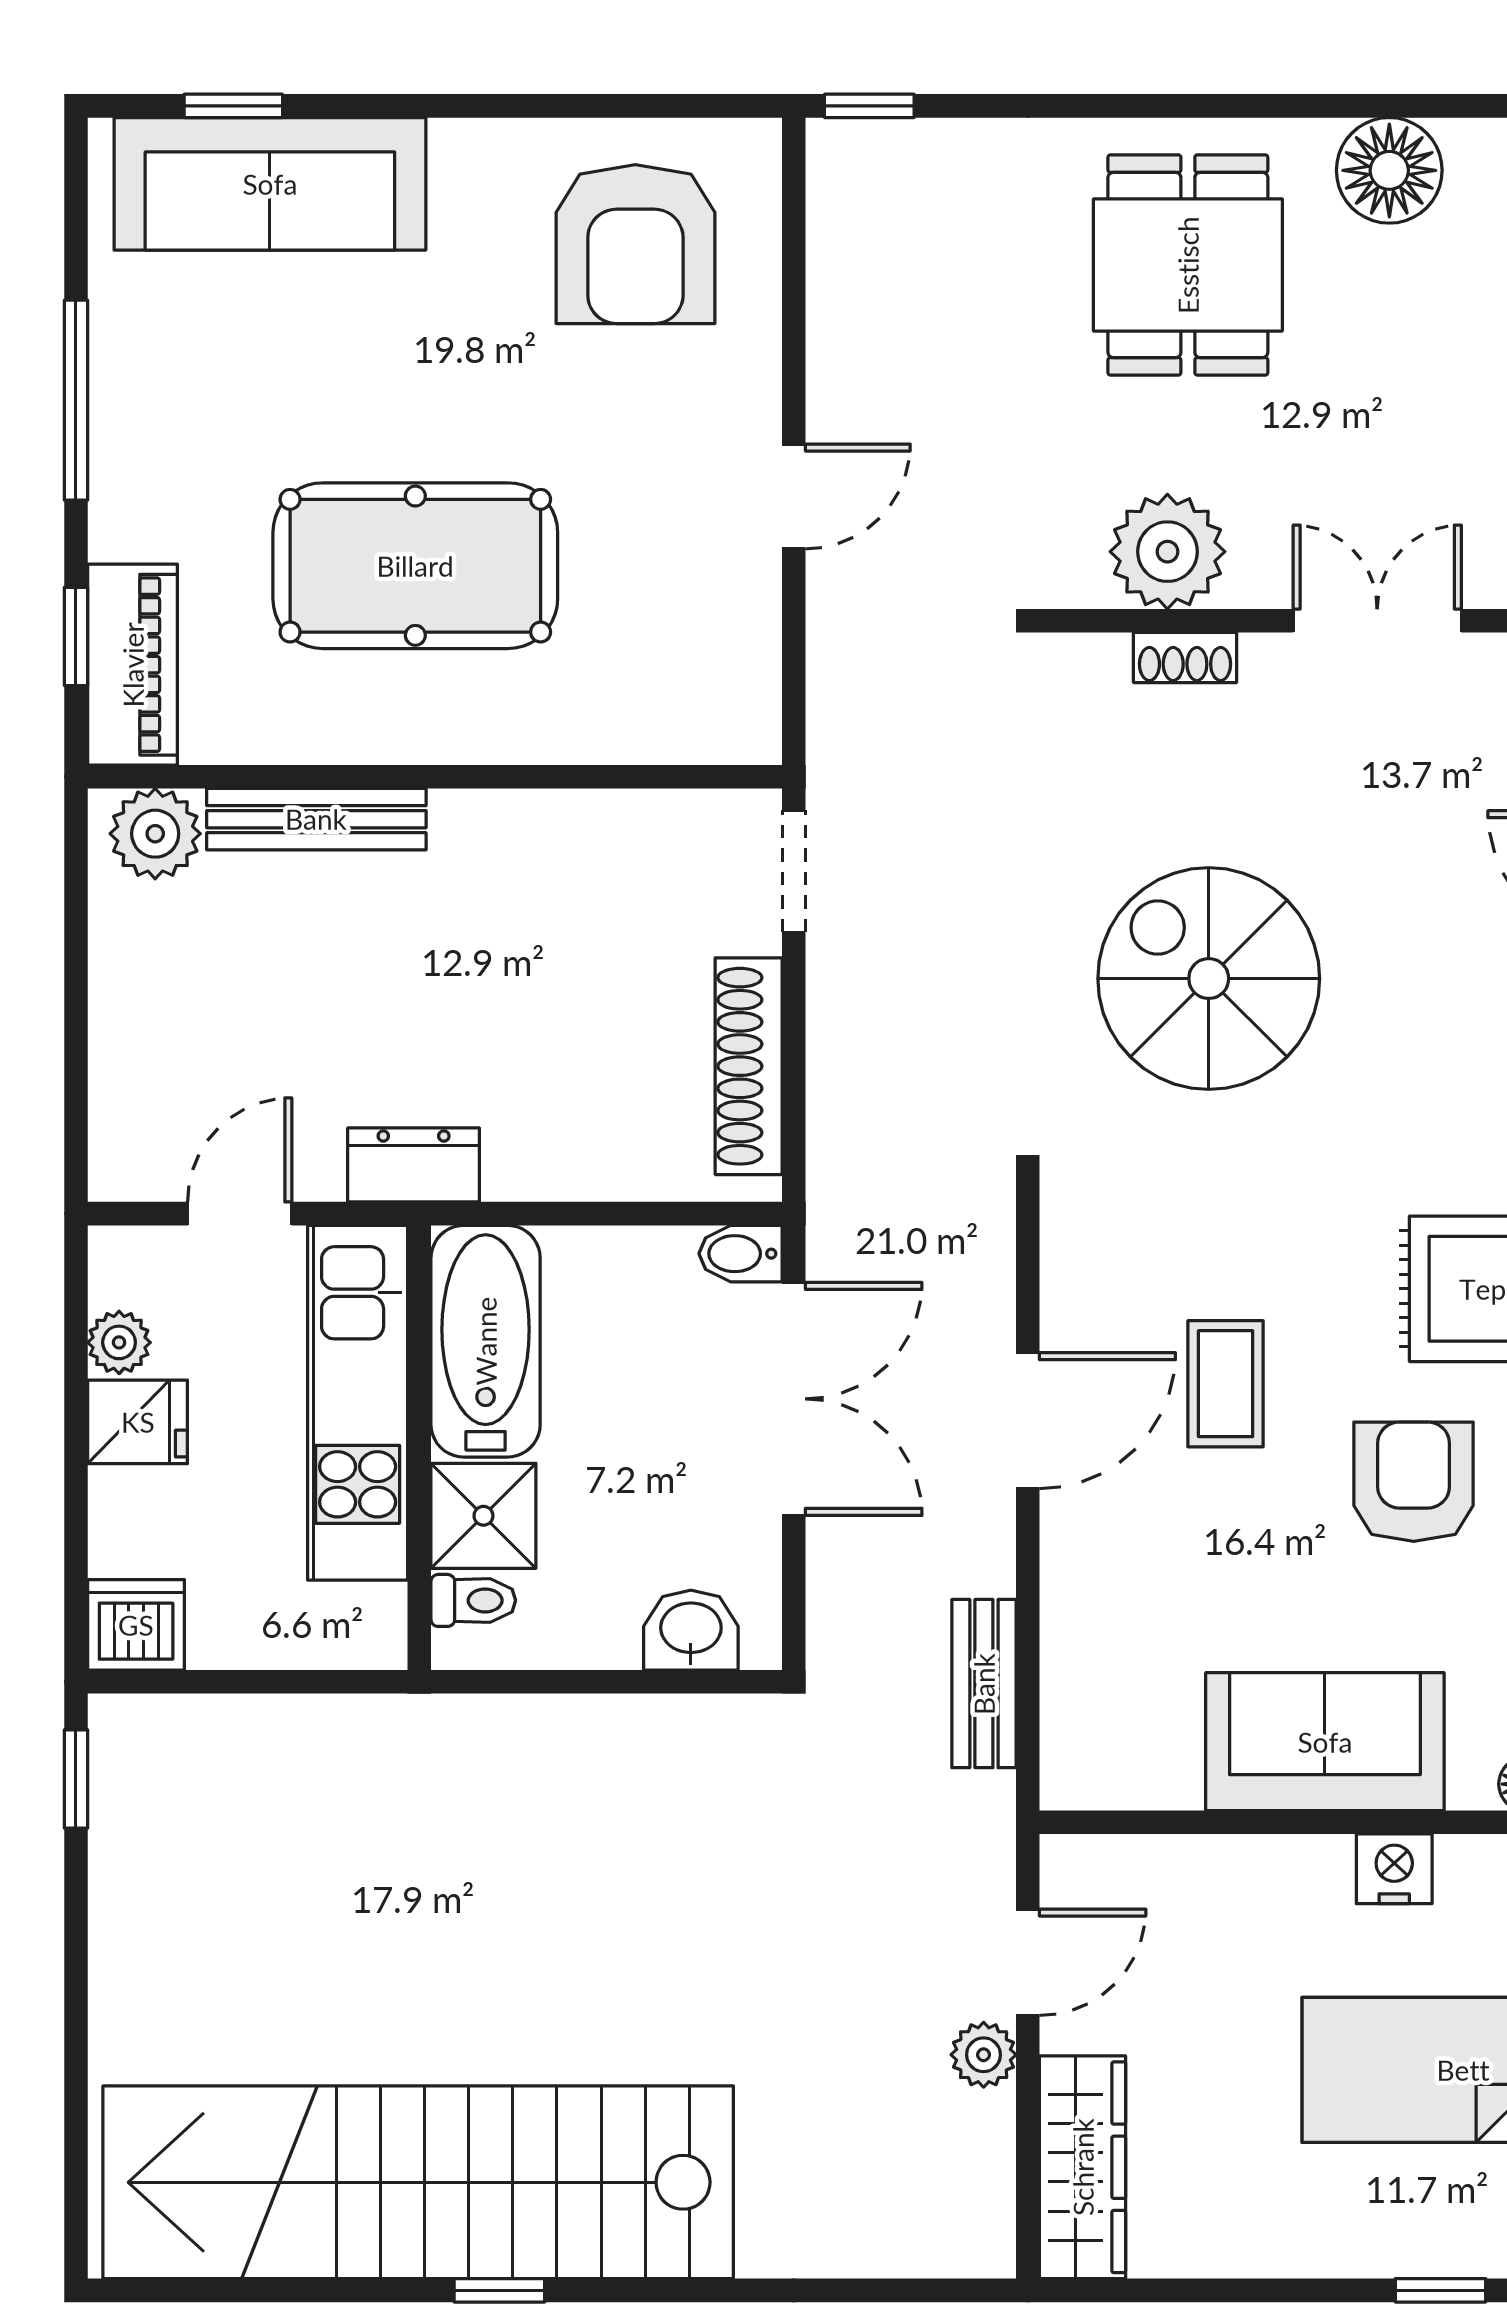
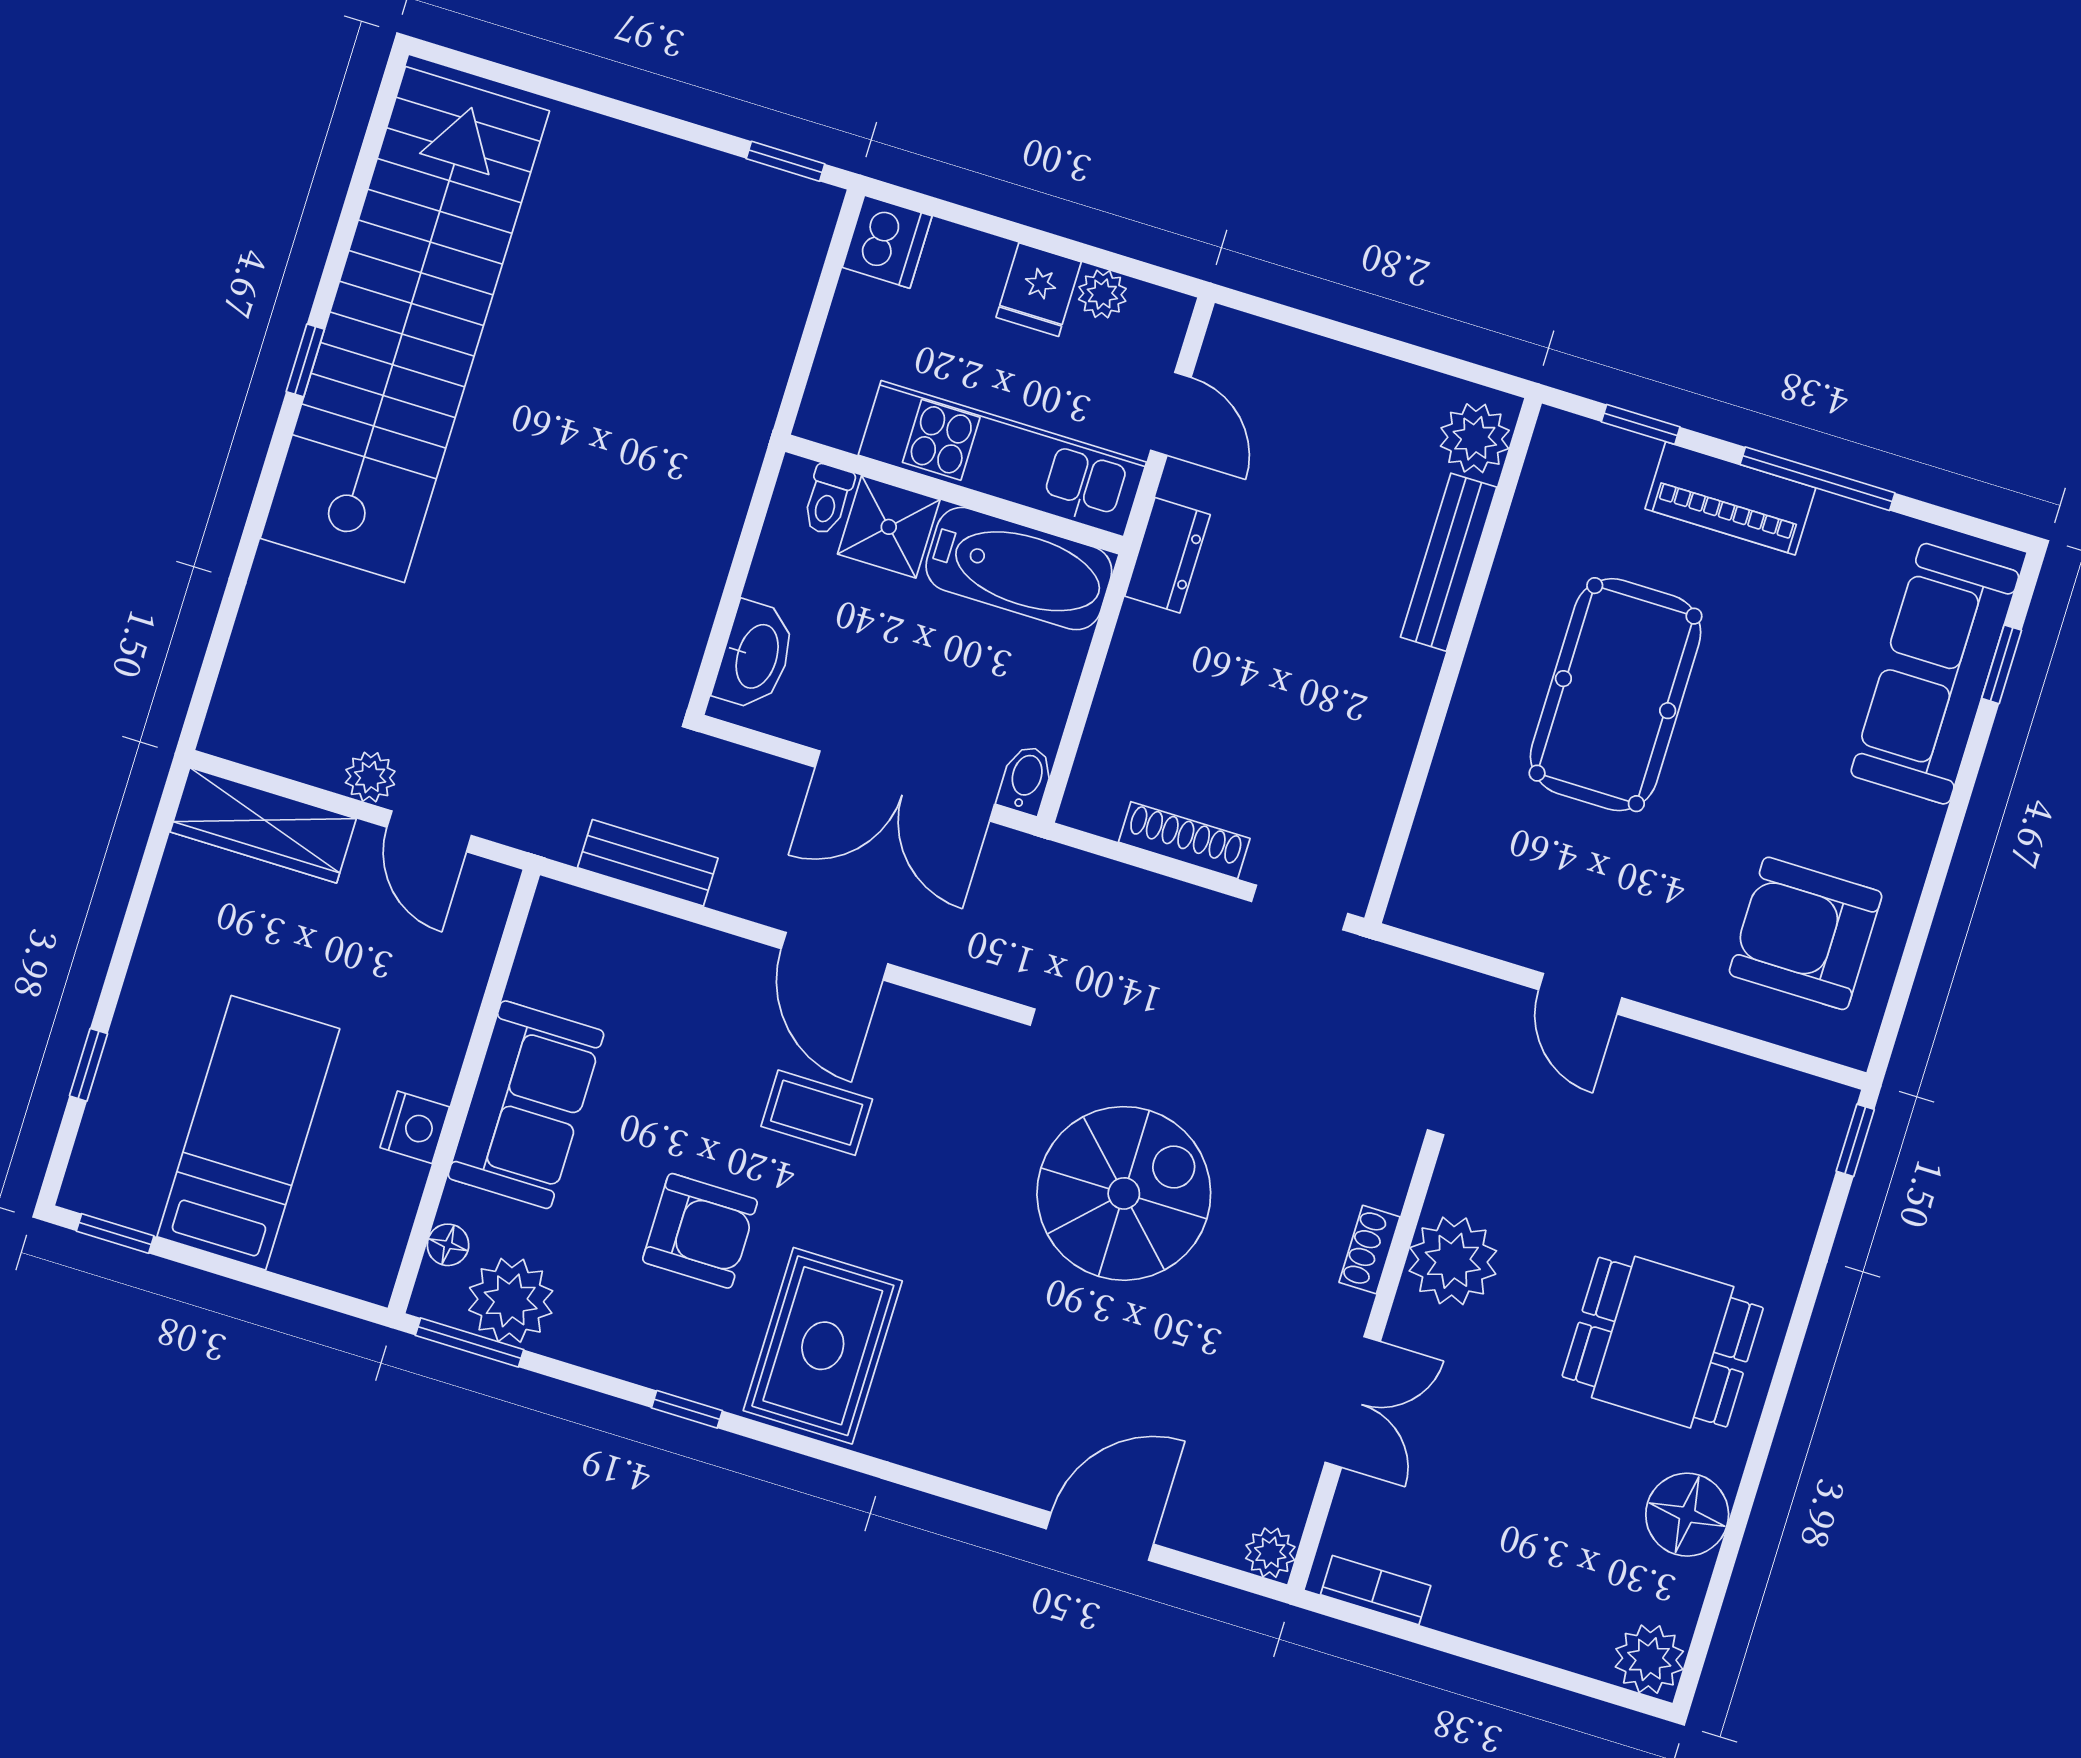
piano: (133, 665) -> (1730, 498), moved
shoe rack: (749, 1066) -> (1184, 840), width x0.74, depth x0.81
washbasin: (691, 1630) -> (755, 656), width x1.38

